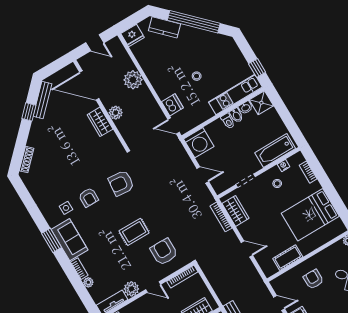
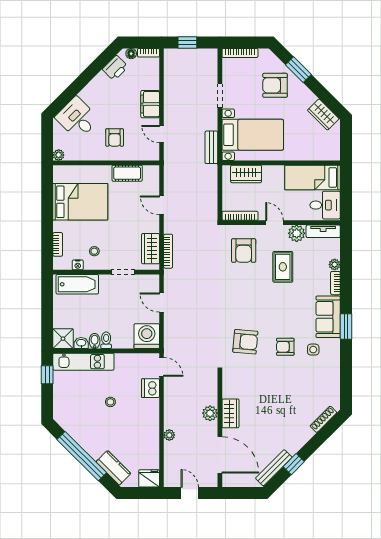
plant: (133, 80) -> (169, 435), width x0.53, depth x0.53
armchair: (89, 197) -> (285, 347), turned -90
rug: (134, 232) -> (283, 267), moved, turned 90

